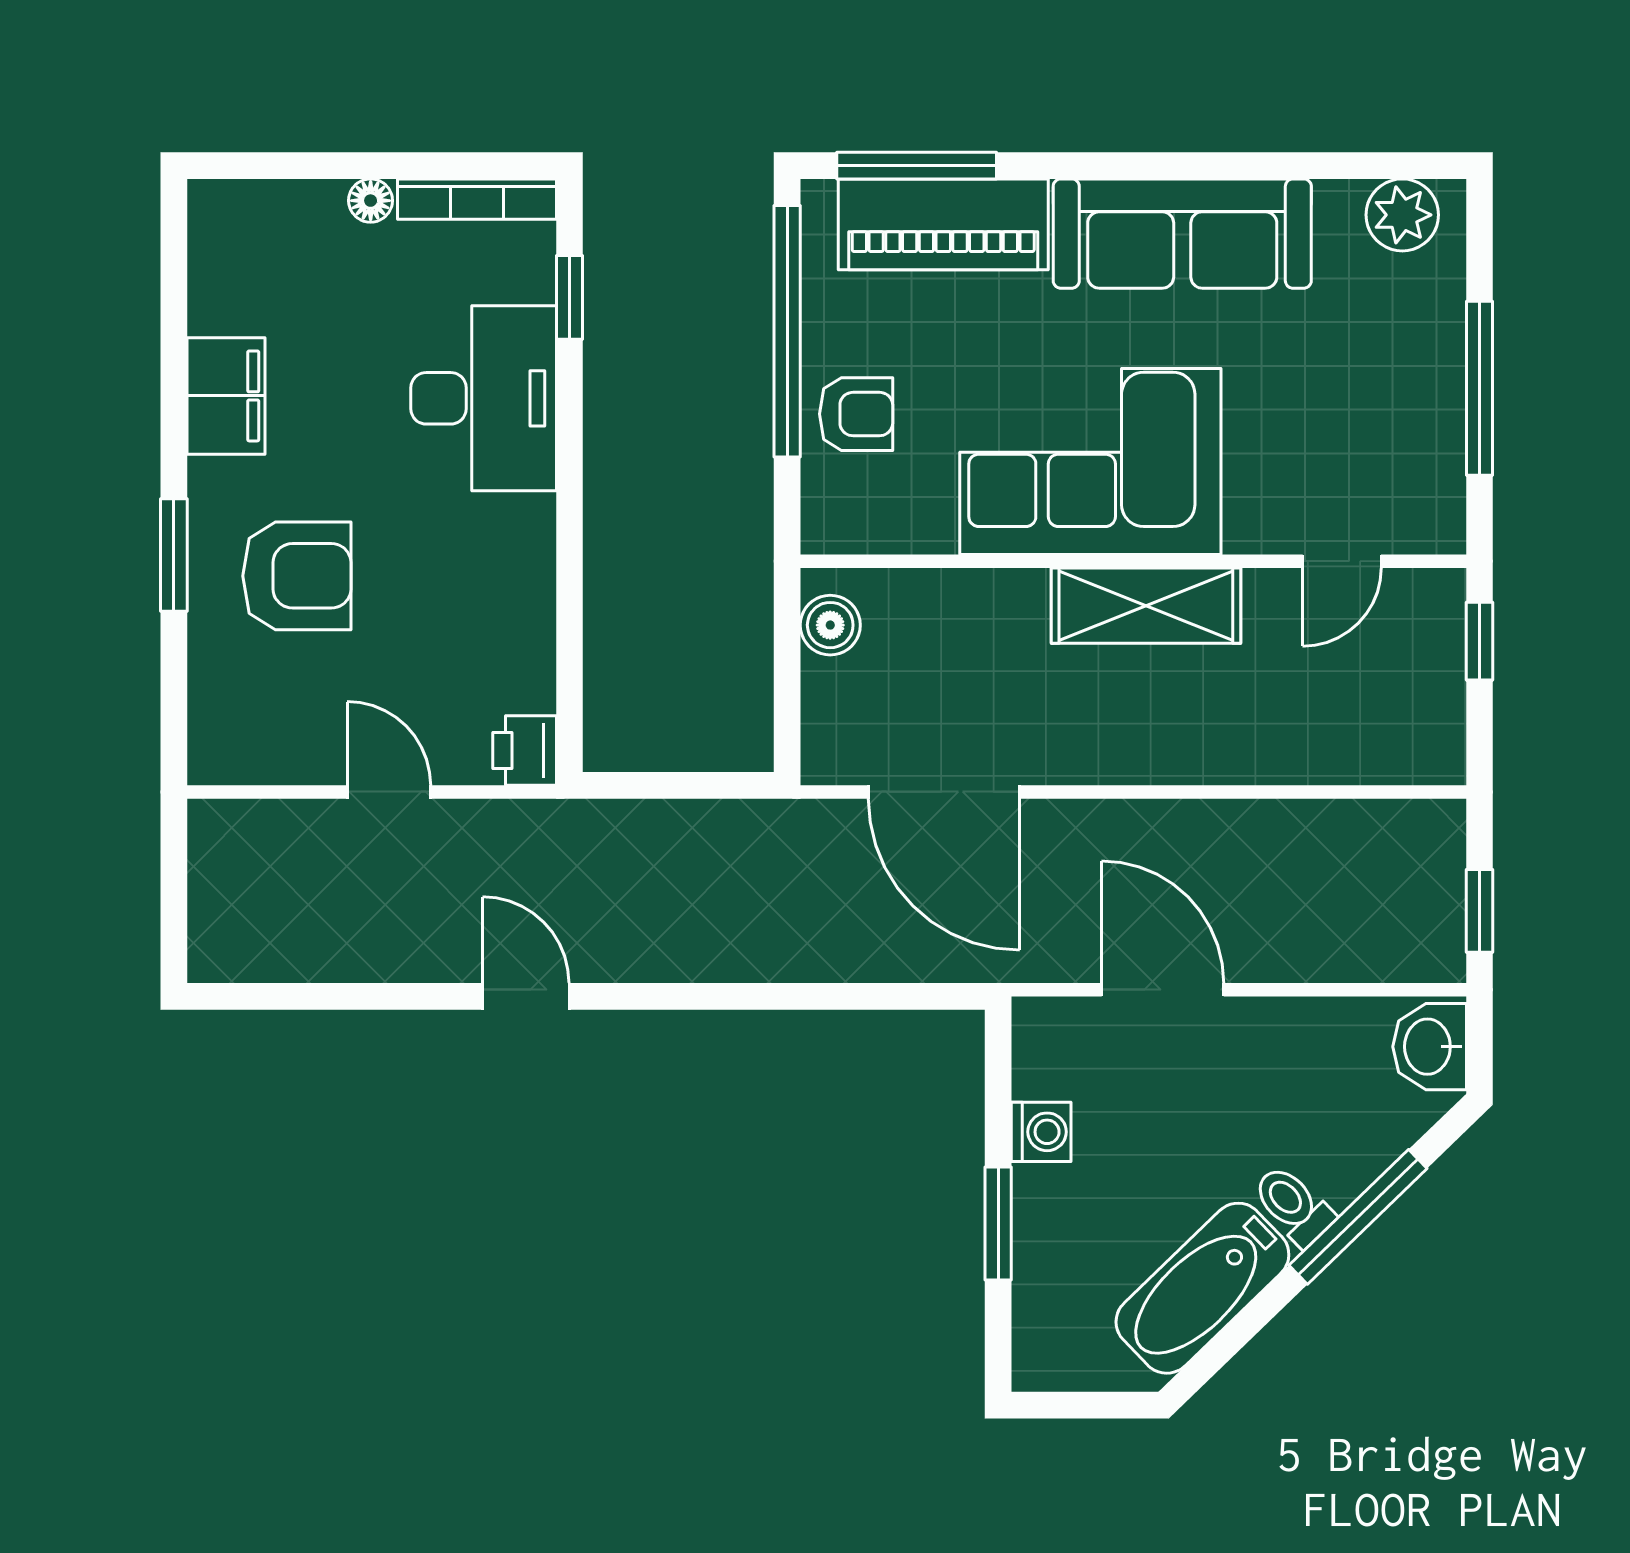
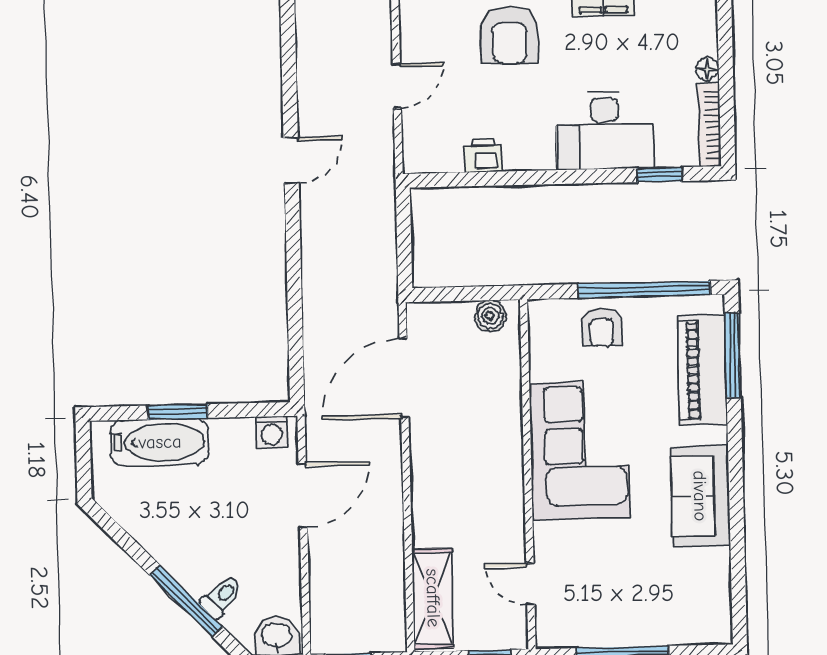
plant: (1402, 215) -> (713, 611), removed
sofa: (1182, 234) -> (700, 496), width x0.73
shelving: (1146, 606) -> (433, 598), moved
printer: (525, 750) -> (483, 155), moved
washing machine: (1041, 1132) -> (272, 432), moved
toilet: (1293, 1205) -> (222, 597), moved
bathtub: (1202, 1288) -> (160, 442), moved, turned 134

